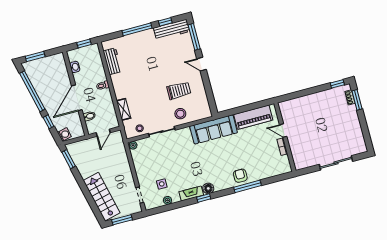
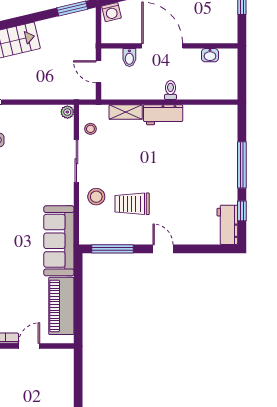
workbench: (172, 30) -> (227, 225), width x0.73
window: (194, 37) -> (113, 249), moved
window: (84, 43) -> (242, 79), removed
workbench: (112, 61) -> (163, 115), moved
door: (201, 64) -> (163, 249), hinge flipped
trolley: (179, 90) -> (132, 204), turned 90

